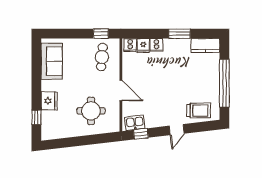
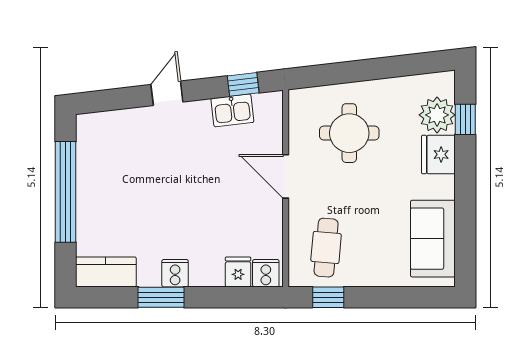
cooker: (156, 45) -> (175, 273), moved
trolley: (199, 111) -> (120, 134), removed
plant: (50, 119) -> (437, 115), added
kitchen sink: (135, 123) -> (232, 110), moved

